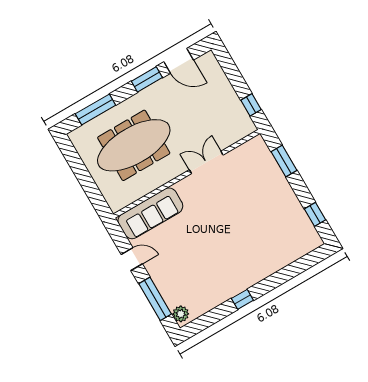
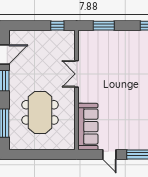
meeting table: (134, 145) -> (40, 112), width x0.73
door: (132, 259) -> (109, 154), swing flipped

